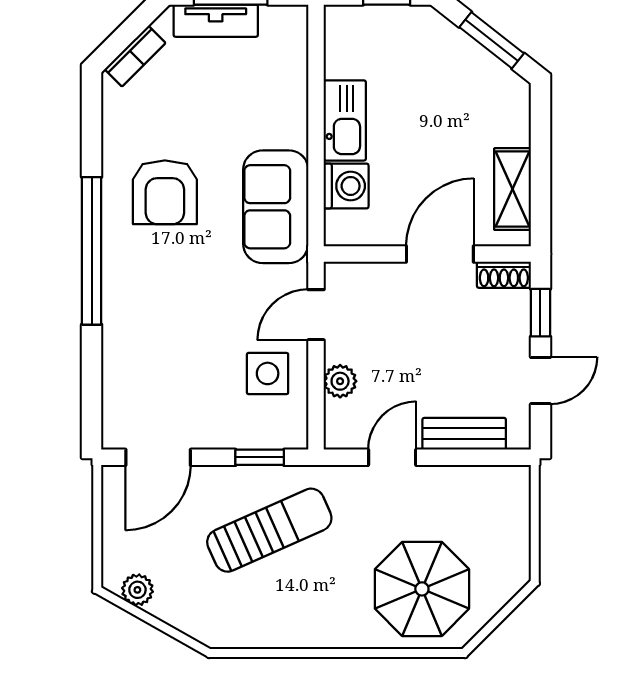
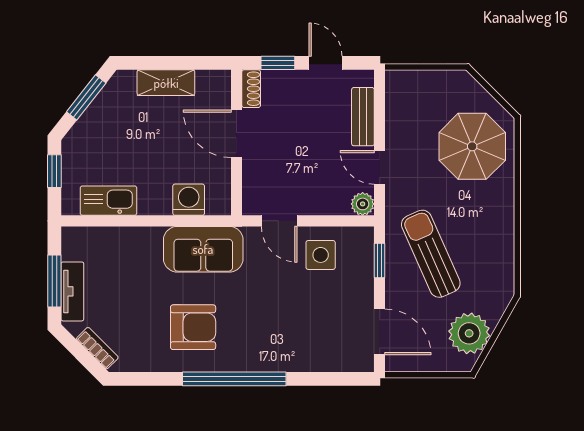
kitchen sink: (345, 120) -> (108, 201), moved
shelving: (512, 189) -> (166, 83), moved
plant: (340, 381) -> (363, 204), moved
plant: (137, 590) -> (469, 333), width x1.87, depth x1.87

